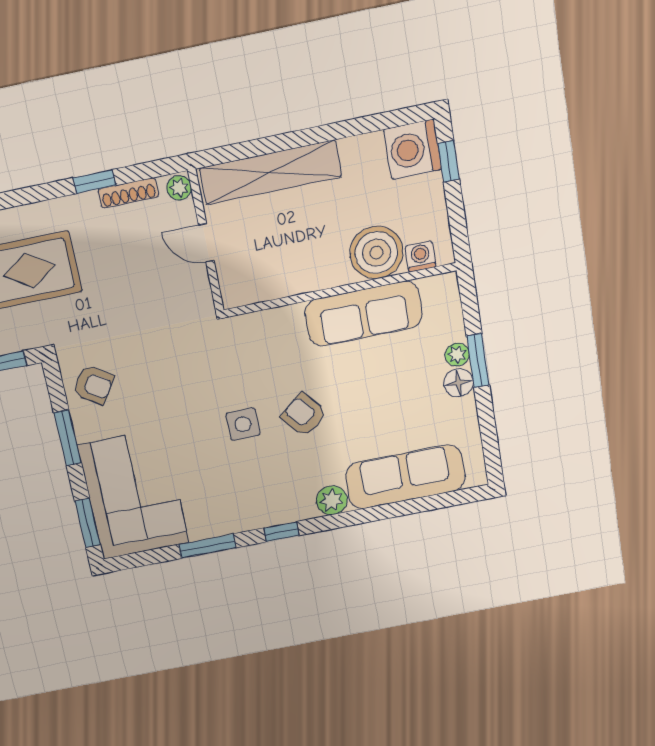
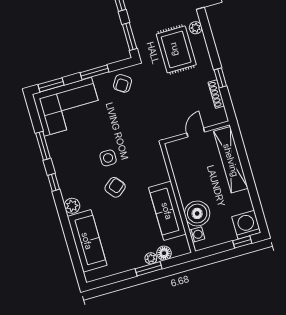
plant: (179, 188) -> (220, 118), removed
floor lamp: (459, 383) -> (164, 253), moved

